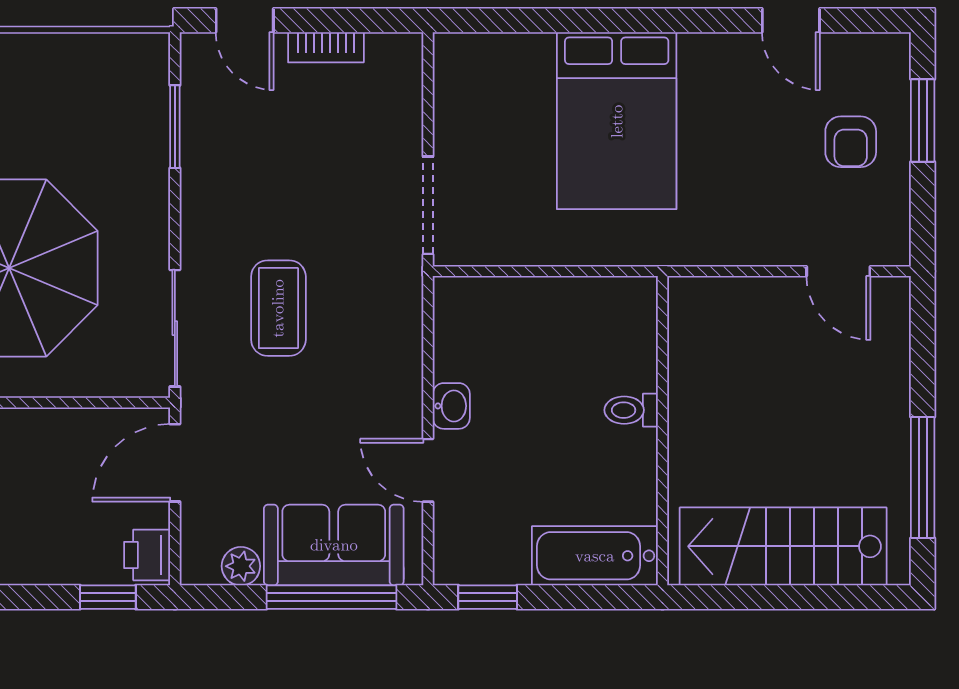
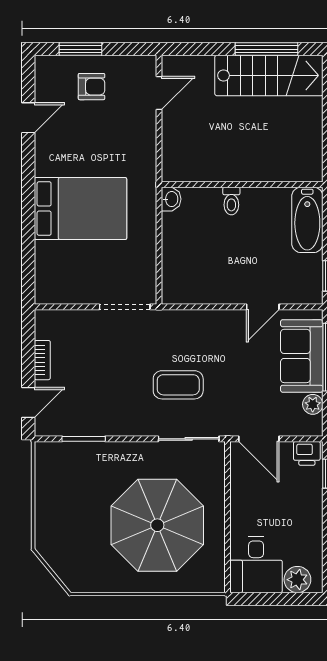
washbasin: (451, 406) -> (171, 199), moved, turned 90
stairs: (783, 546) -> (269, 75), moved, turned -90

